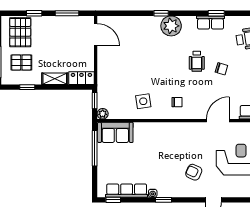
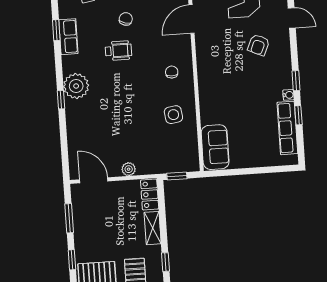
door: (96, 35) -> (94, 180), hinge flipped
plant: (103, 114) -> (129, 169), moved
door: (218, 121) -> (192, 19), hinge flipped
window: (95, 148) -> (237, 172), removed
window: (113, 200) -> (298, 115), moved

